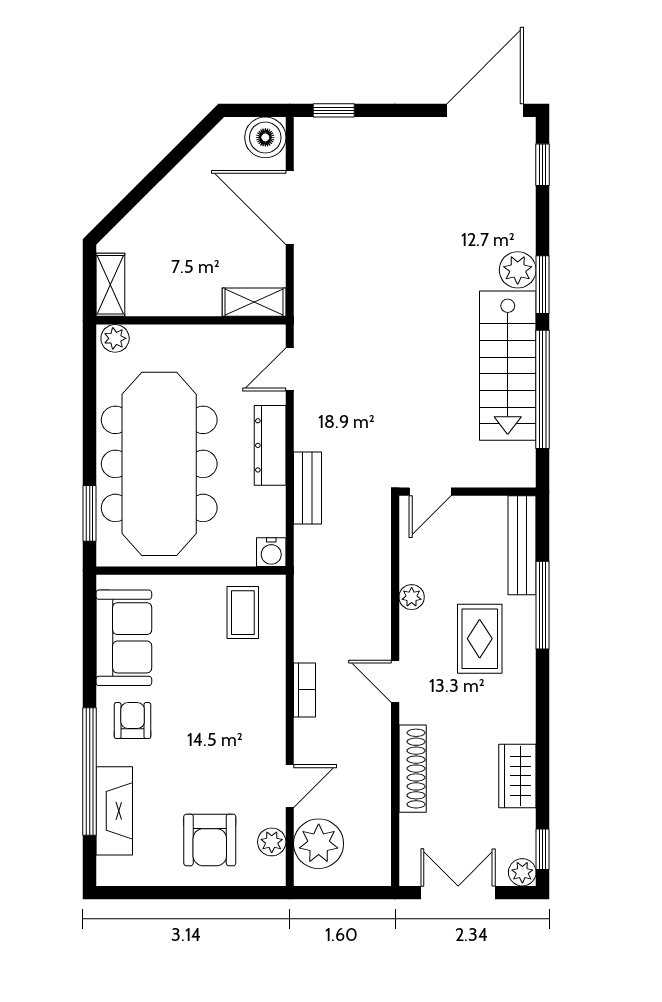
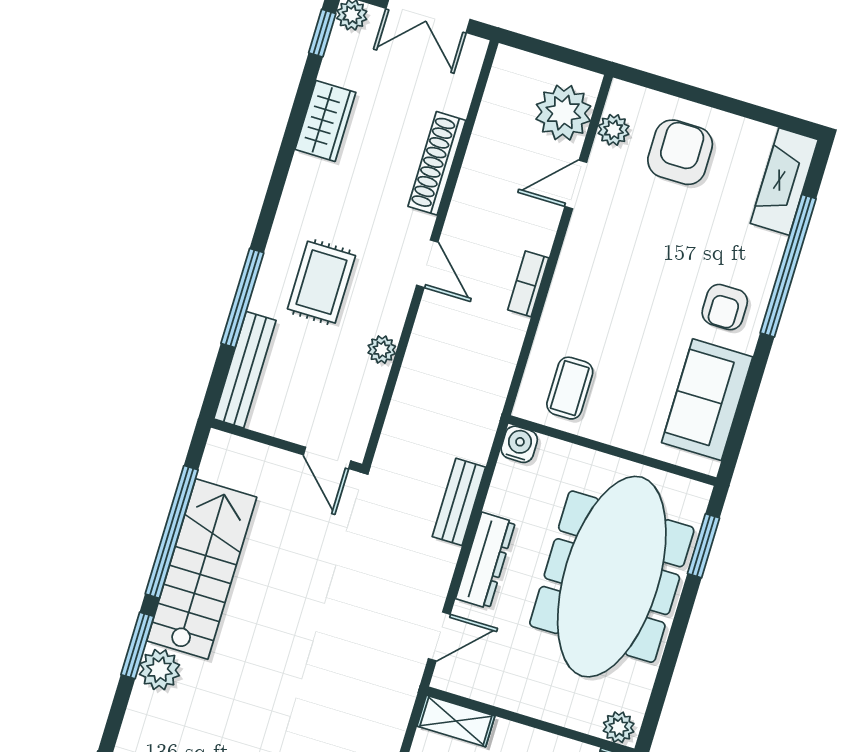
door: (430, 492) -> (327, 458), swing flipped
fireplace: (114, 811) -> (784, 182), moved

